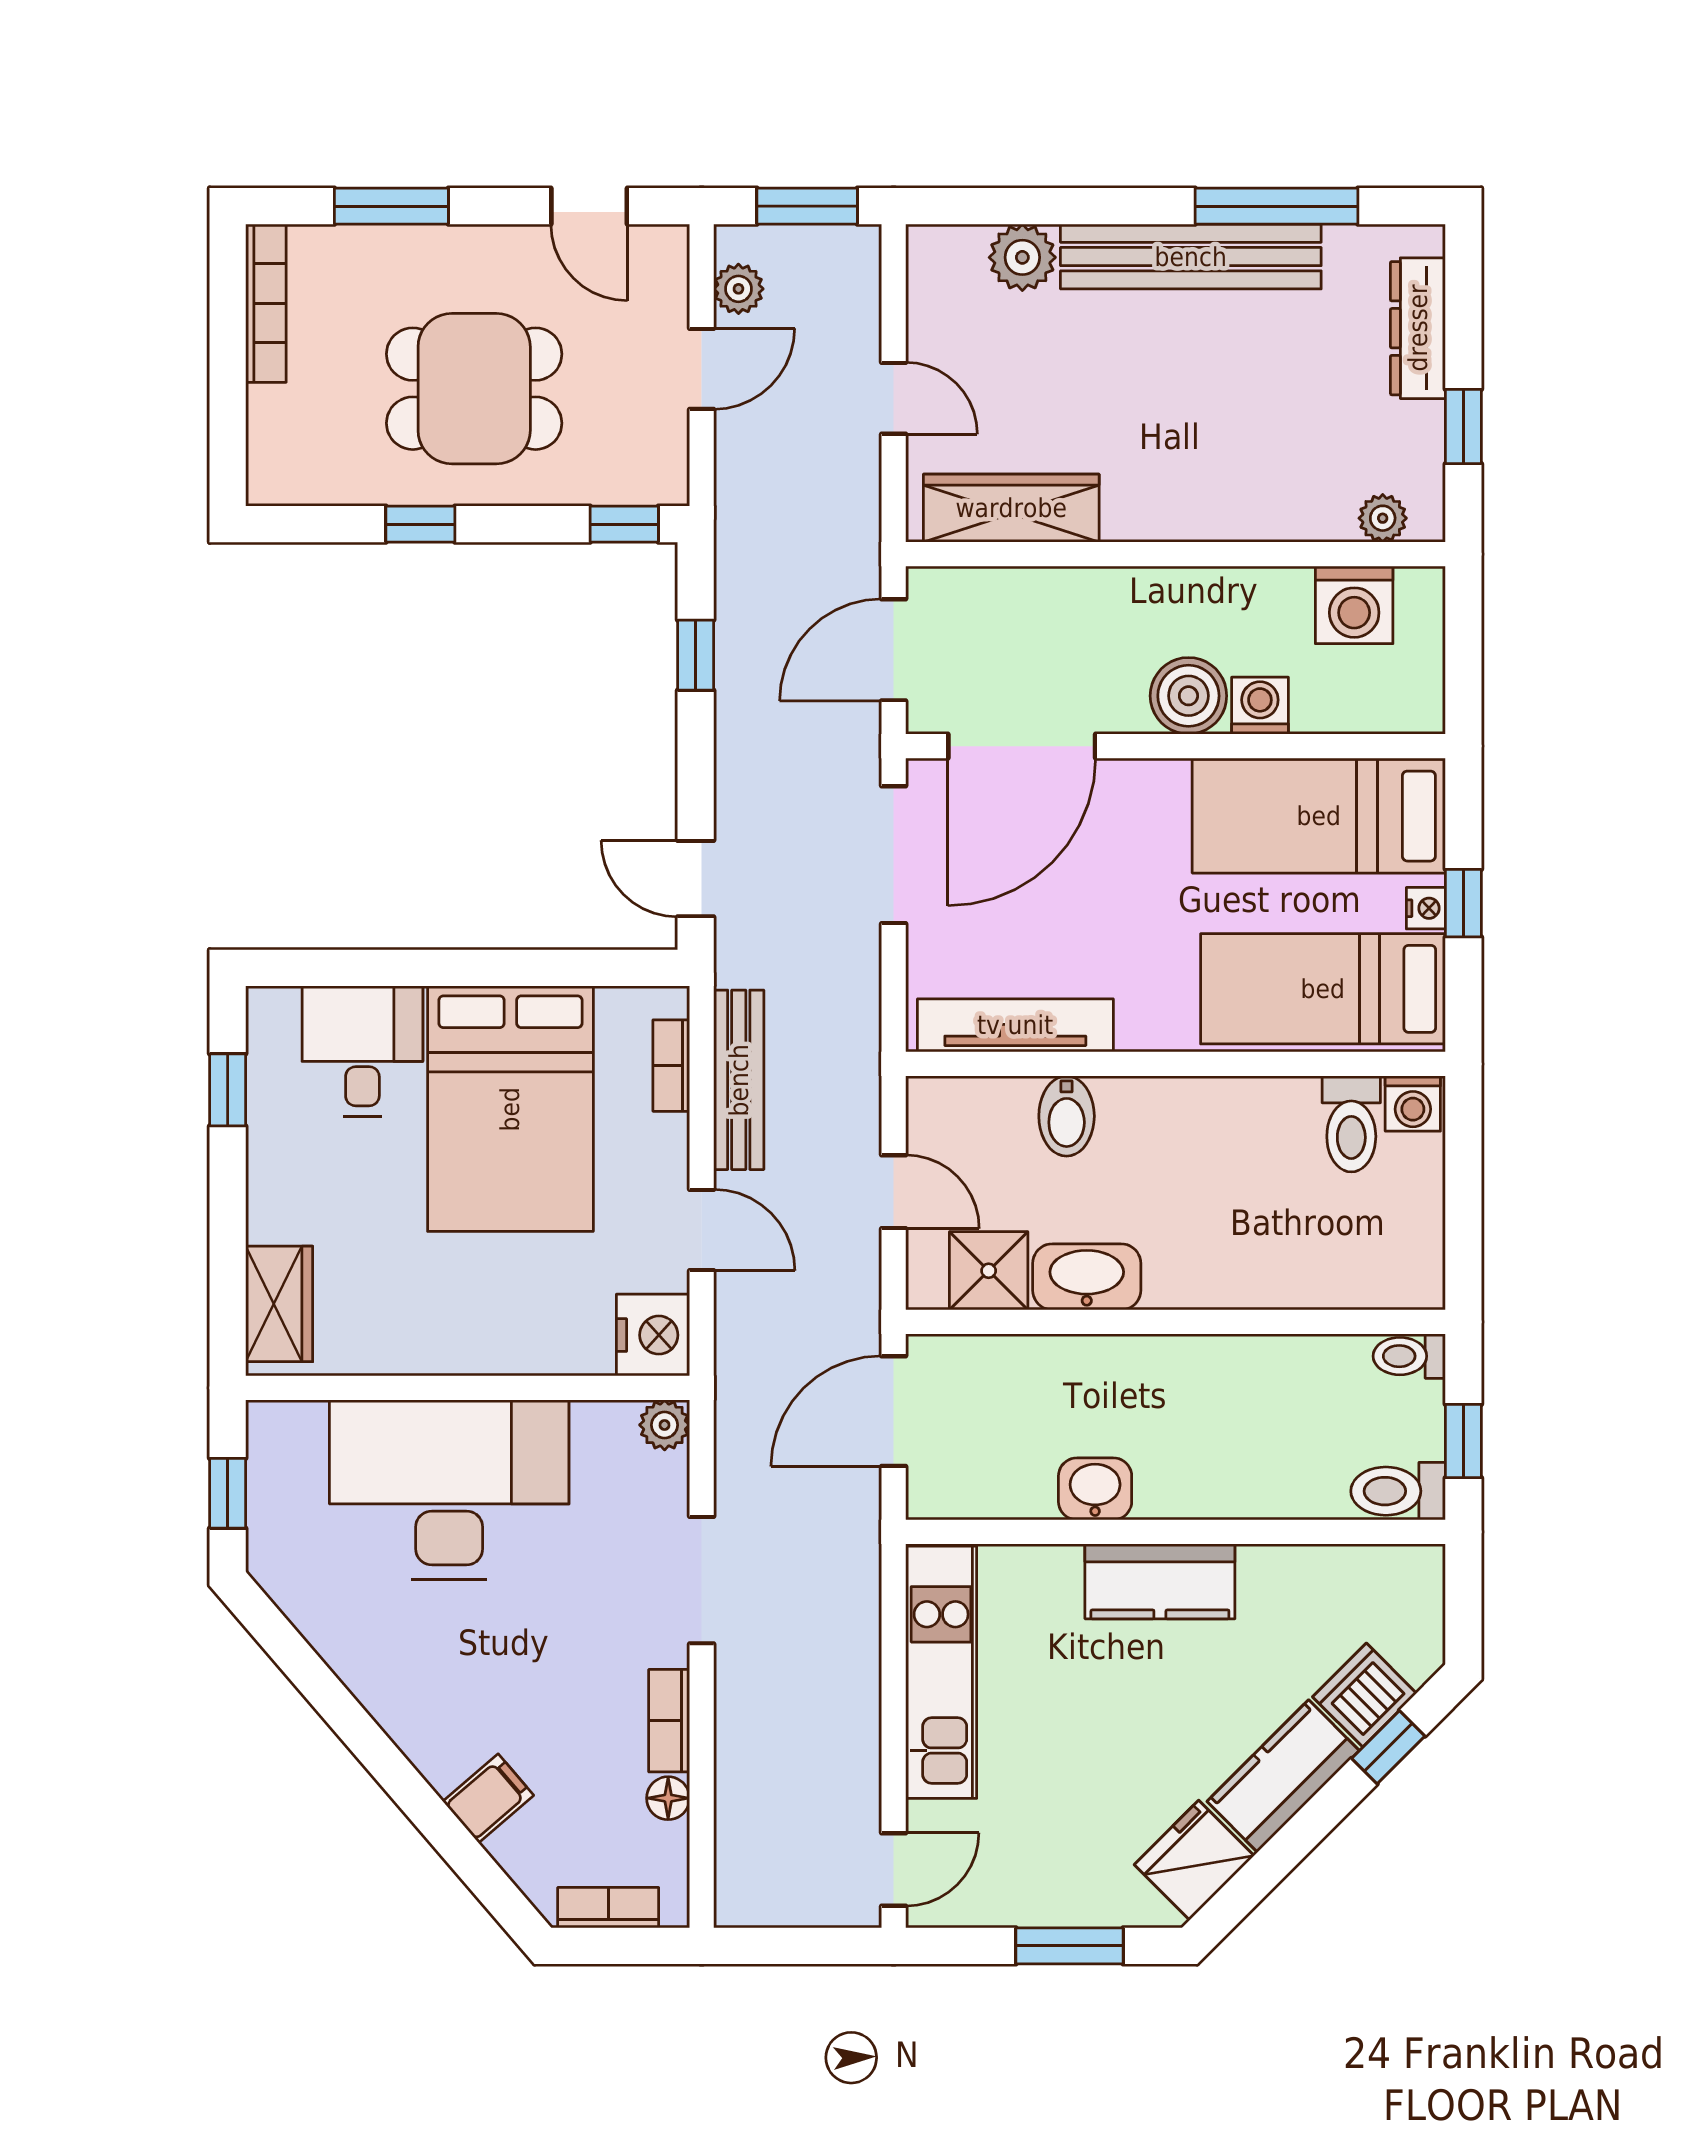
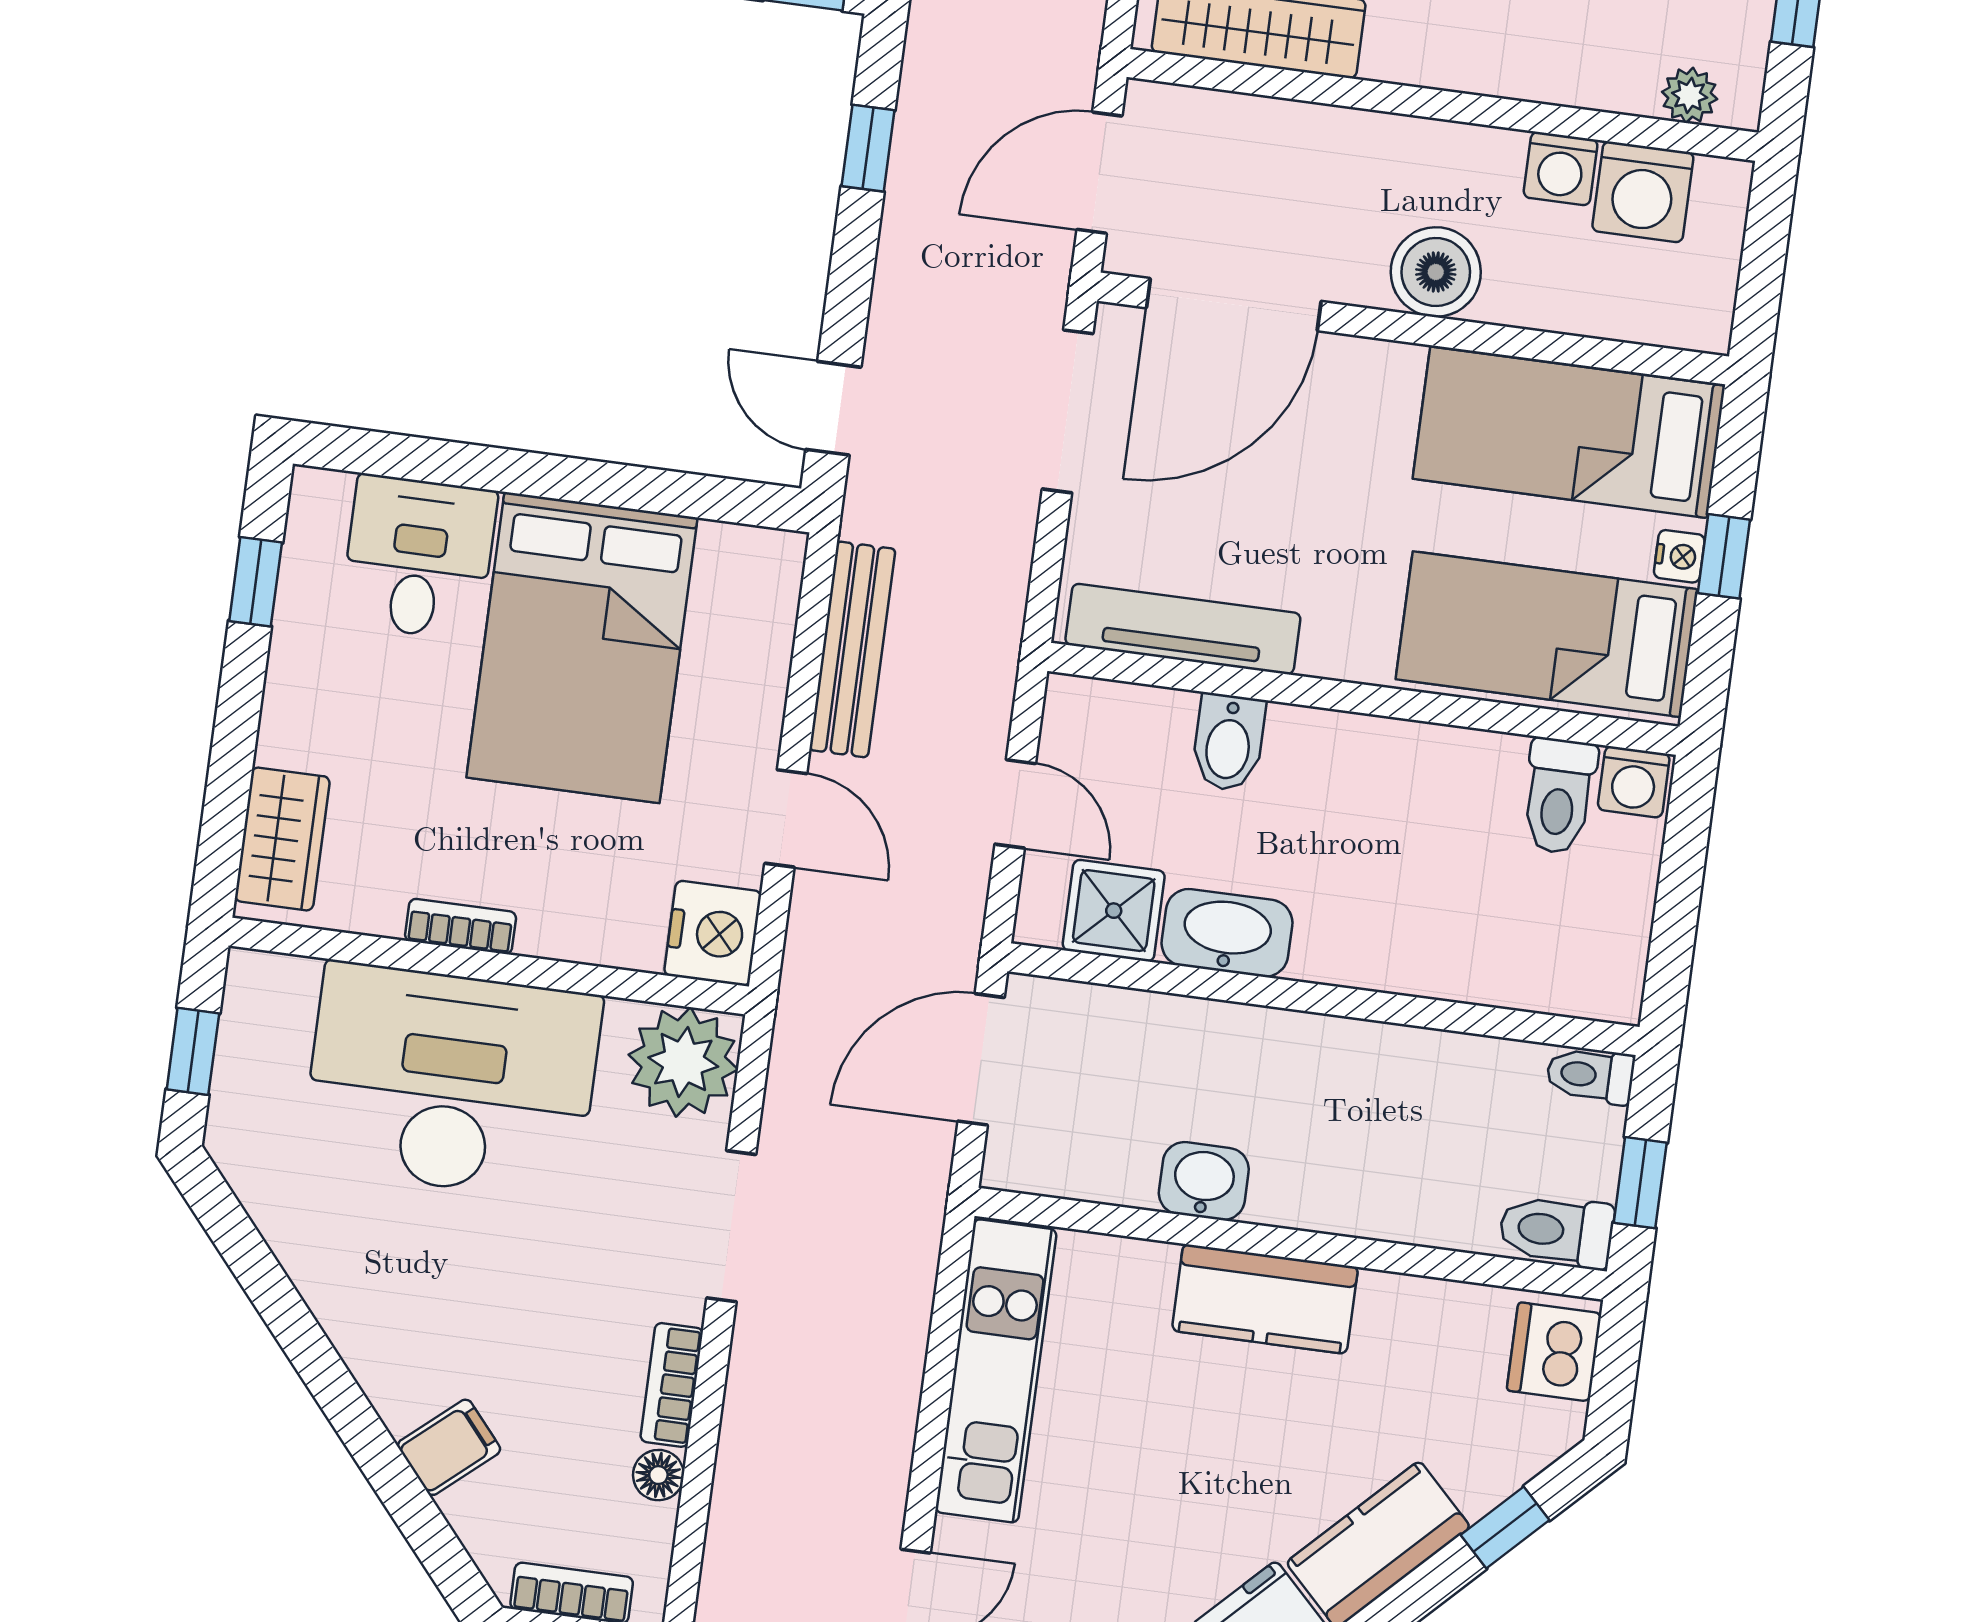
washing machine: (1260, 706) -> (1561, 169), moved, turned 180
bookcase: (671, 1066) -> (461, 926), moved, turned 90
plant: (665, 1425) -> (683, 1062), width x1.88, depth x1.88
dishwasher: (1365, 1695) -> (1554, 1352), moved, turned -45

